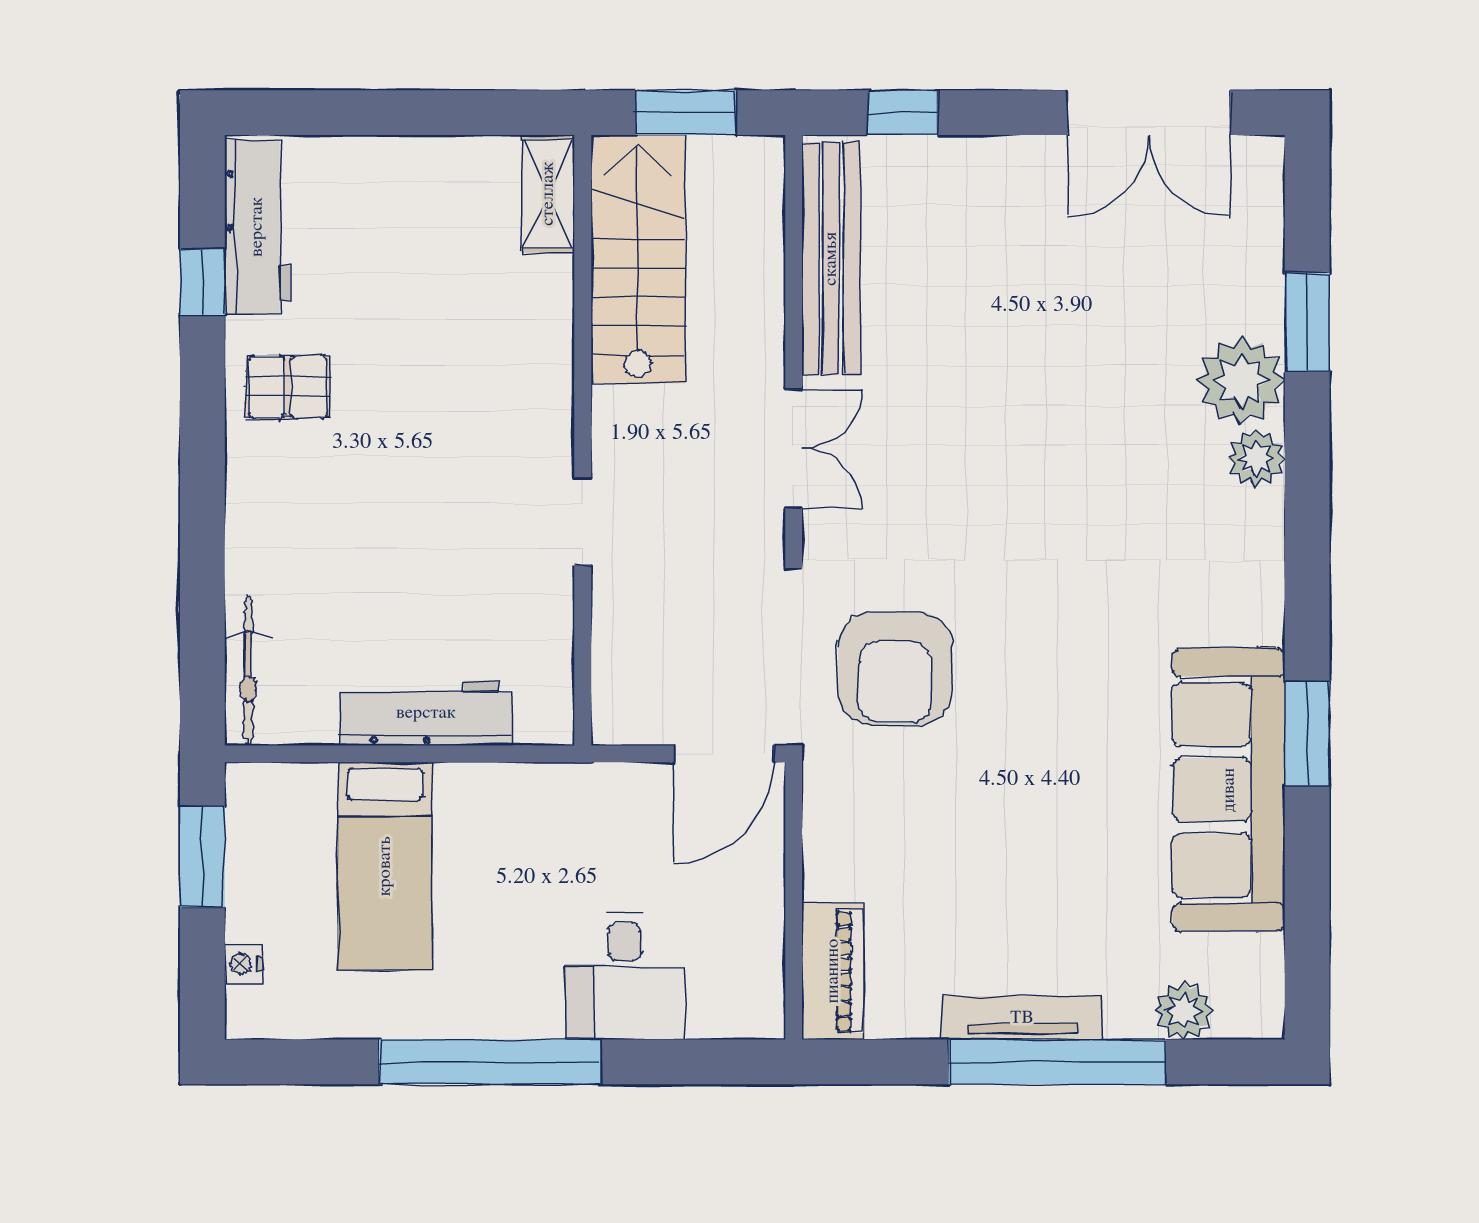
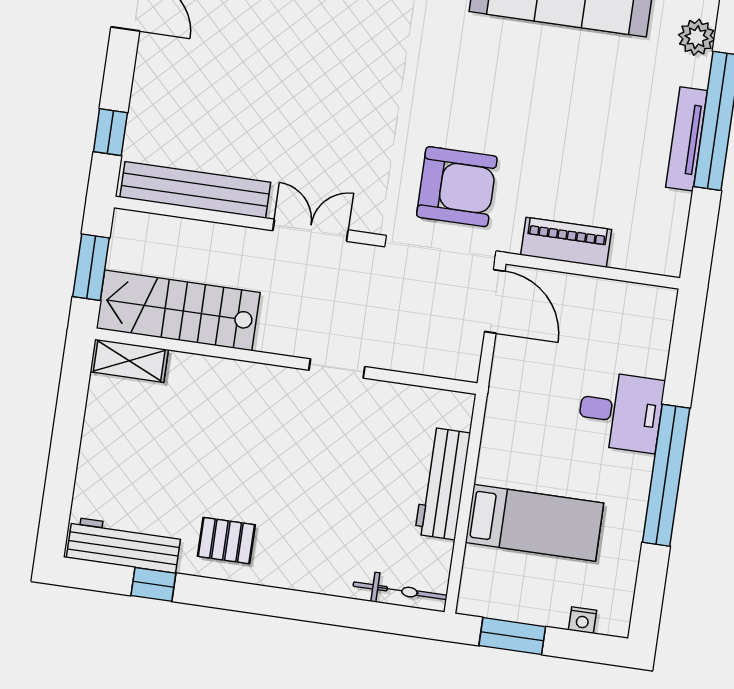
pallet: (288, 387) -> (226, 541), turned 90
piano: (833, 971) -> (566, 242), moved
desk: (625, 976) -> (621, 412), moved

